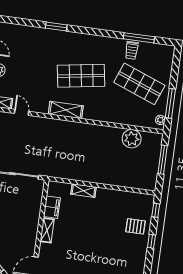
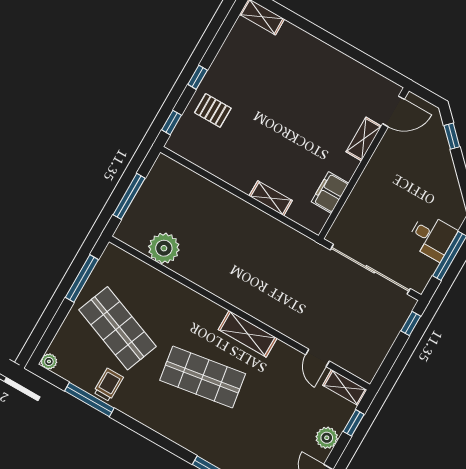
plant: (160, 120) -> (49, 361), moved
shelving: (47, 230) -> (364, 139), moved

